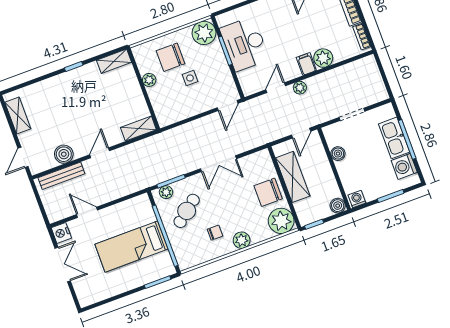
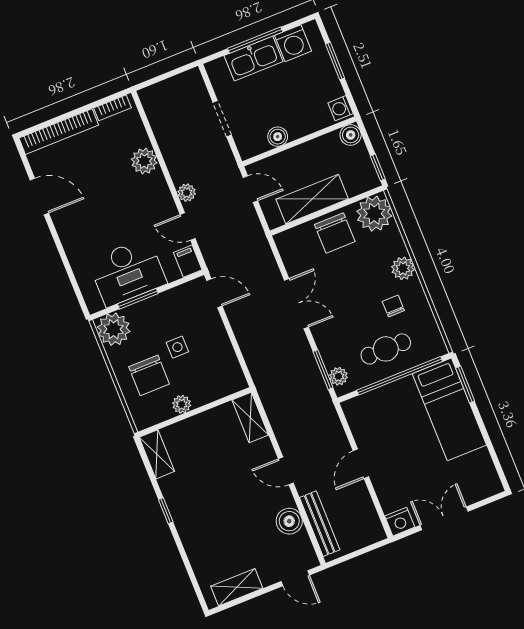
filing cabinet: (306, 64) -> (188, 261), moved, turned 90
cafe table: (187, 211) -> (386, 349), moved, turned -51
door: (87, 212) -> (361, 464), moved
bed: (131, 247) -> (449, 409), moved

